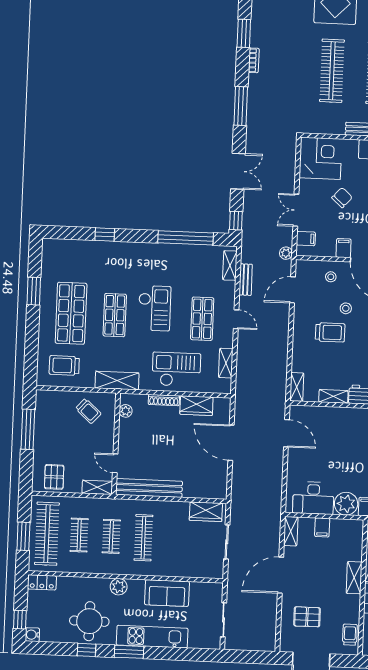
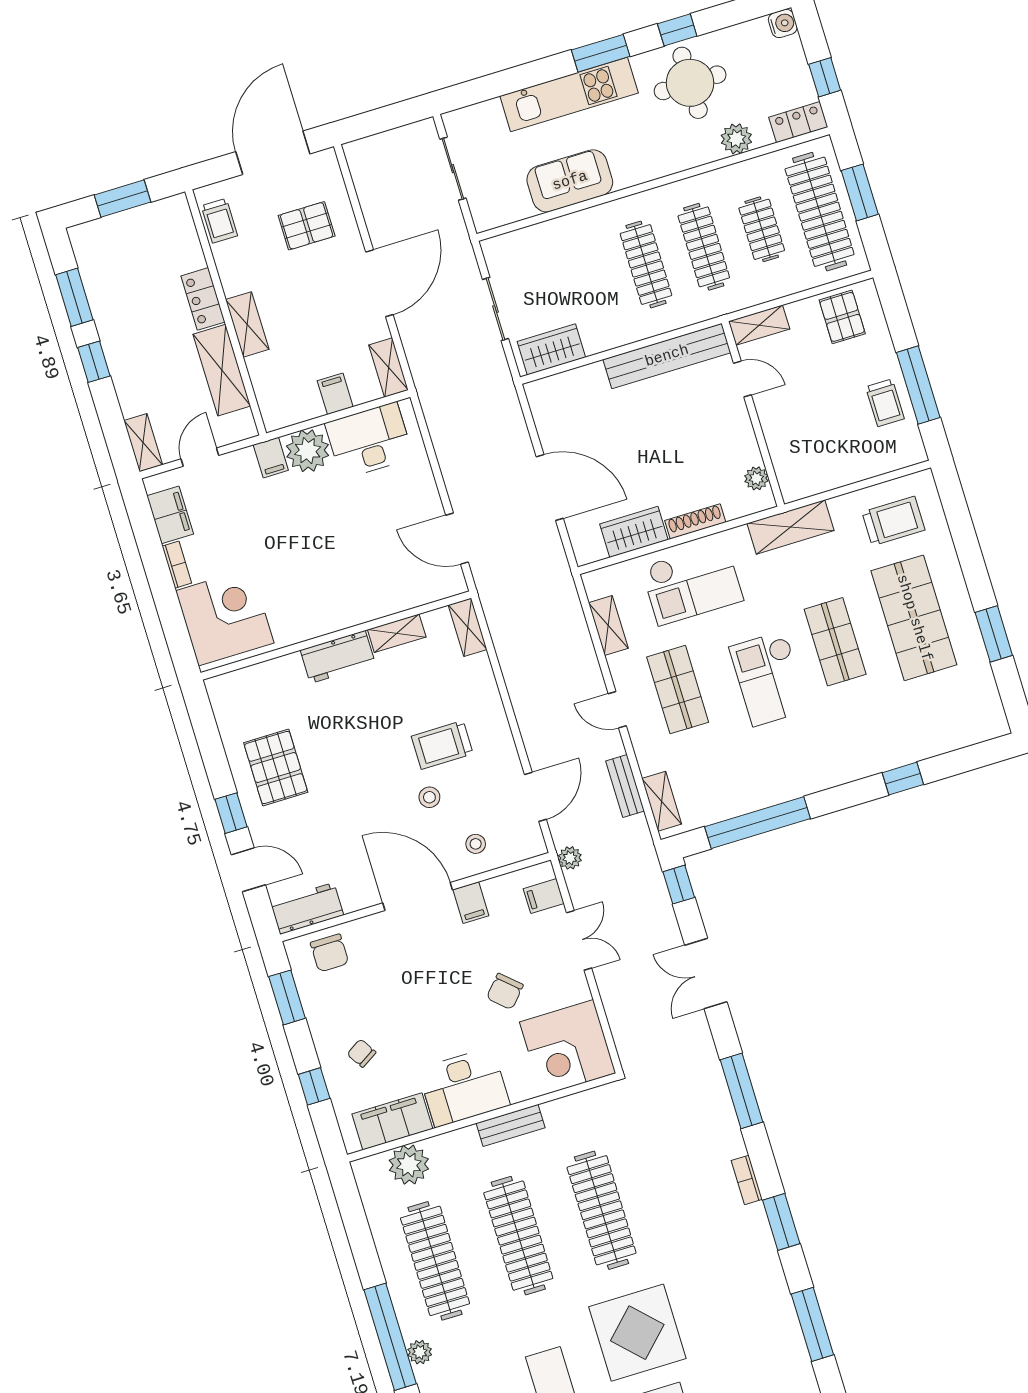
trolley: (88, 411) -> (885, 403), moved, turned -132
clothes rail: (111, 536) -> (704, 247), width x1.36
plant: (119, 587) -> (736, 139), moved
window: (20, 620) -> (825, 77), moved

